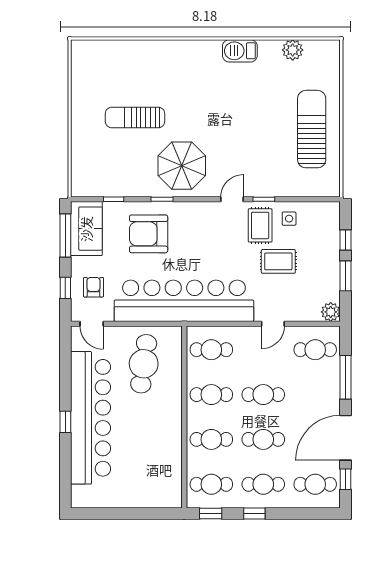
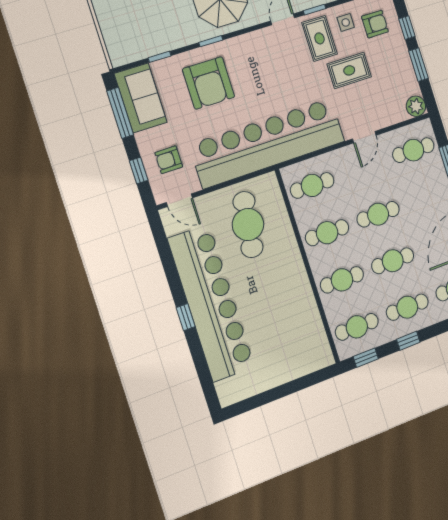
armchair: (316, 228) -> (375, 24), added
armchair: (149, 234) -> (209, 83), turned -90
armchair: (94, 287) -> (169, 160), turned -90

